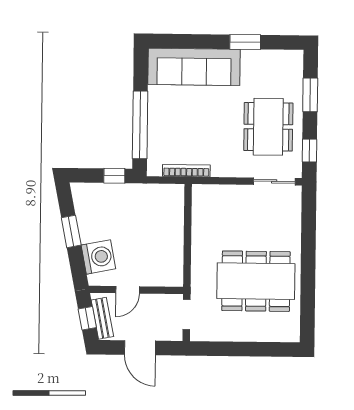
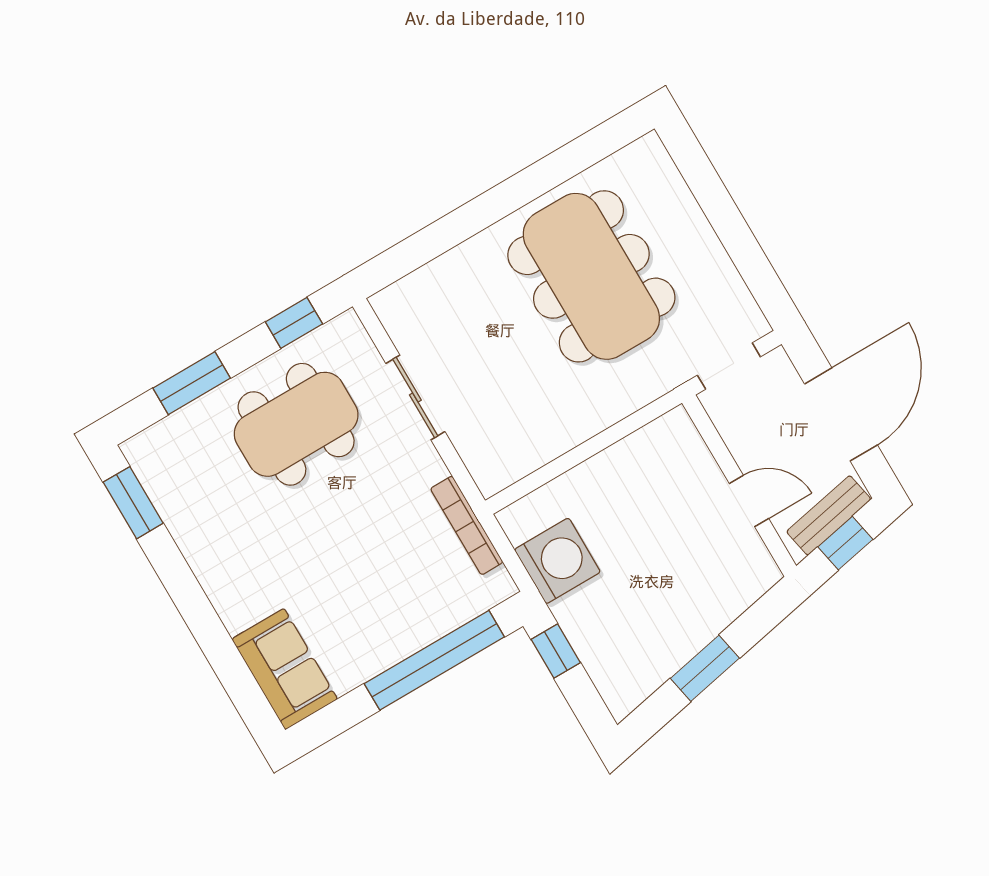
window: (245, 42) -> (133, 503), moved
sofa: (194, 67) -> (285, 669), width x0.54, depth x0.79
sliding door: (274, 181) -> (415, 398), moved
washing machine: (98, 257) -> (557, 561), moved, turned 101
door: (140, 348) -> (841, 414), width x1.36

